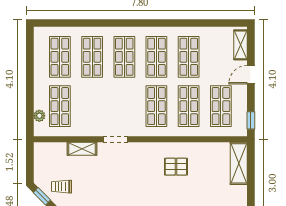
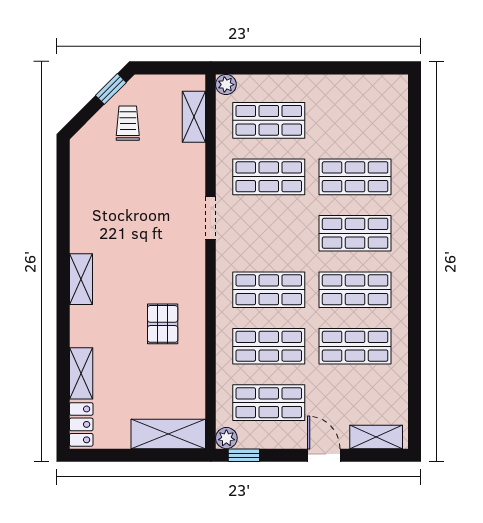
shop shelf: (60, 57) -> (269, 177), moved
plant: (39, 116) -> (226, 85), moved
plant: (241, 130) -> (226, 438), added
shelving: (82, 149) -> (194, 117), moved

